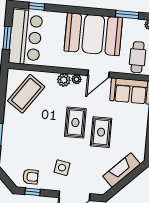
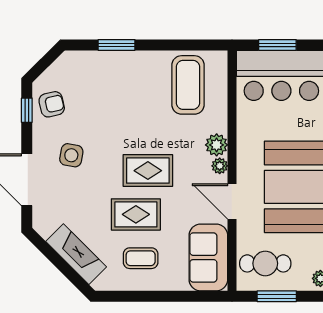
coffee table: (26, 94) -> (188, 85), turned 55
coffee table: (128, 132) -> (141, 258), added
armchair: (30, 177) -> (52, 104), turned -103

